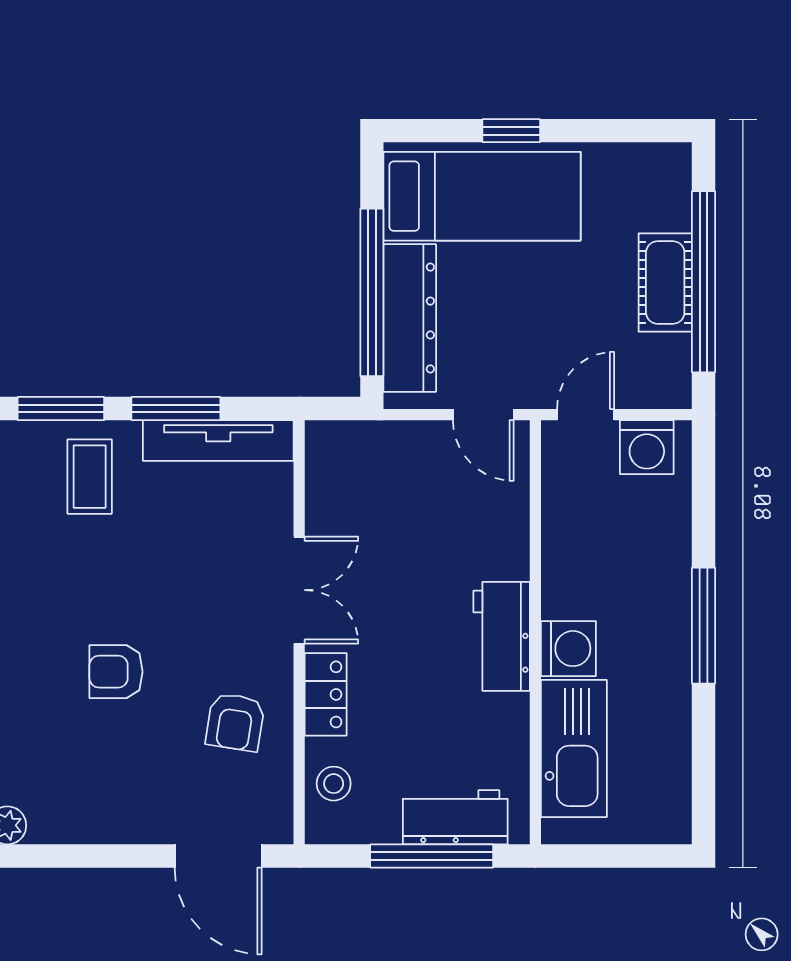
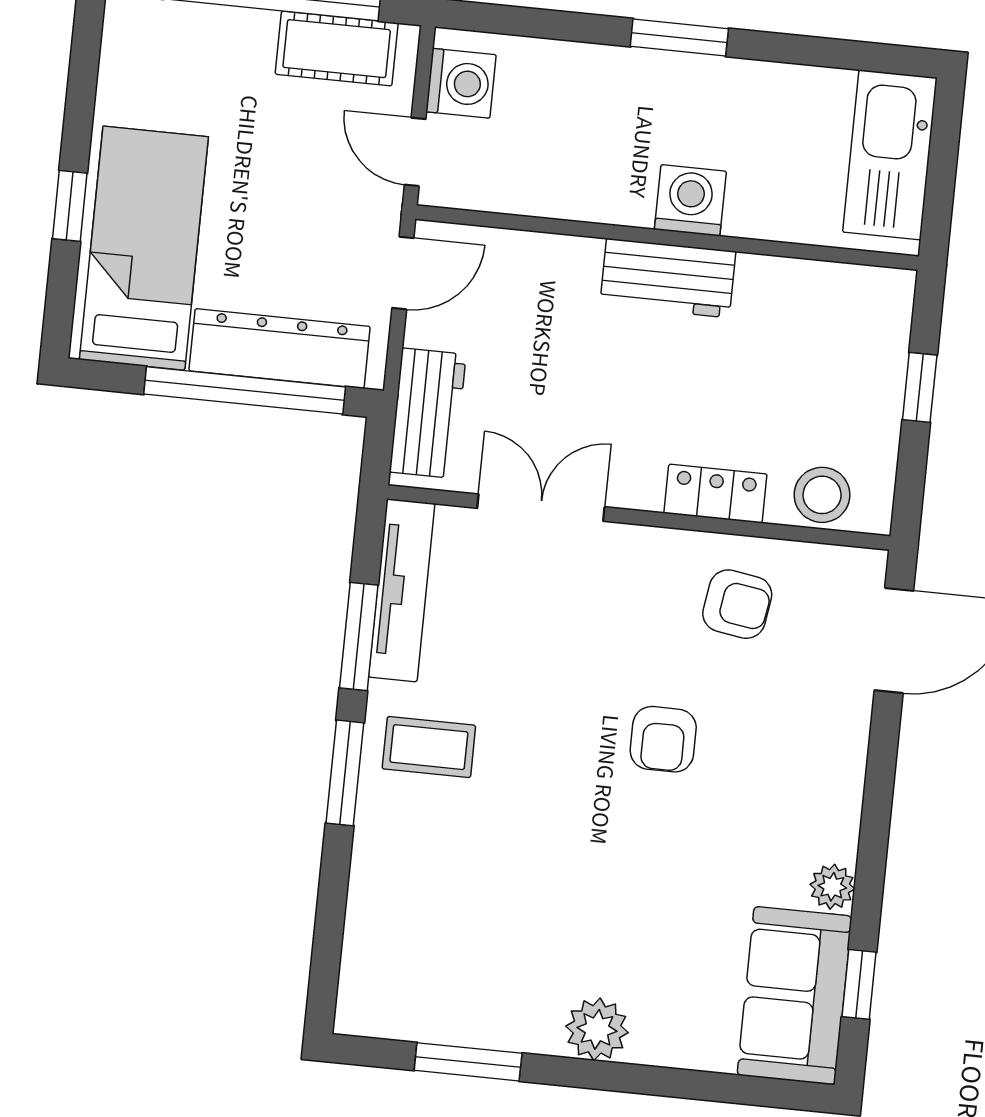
cot: (665, 283) -> (337, 49), moved
double door: (299, 590) -> (541, 508), moved
window: (704, 626) -> (679, 38), width x0.69
kitchen sink: (574, 748) -> (890, 155), moved, turned -90
stool: (334, 784) -> (822, 495), width x1.37, depth x1.37
workbench: (455, 817) -> (428, 413), moved, turned 180
window: (432, 856) -> (920, 387), width x0.46

